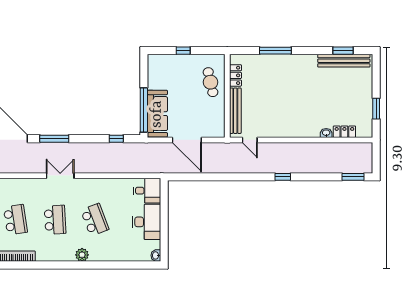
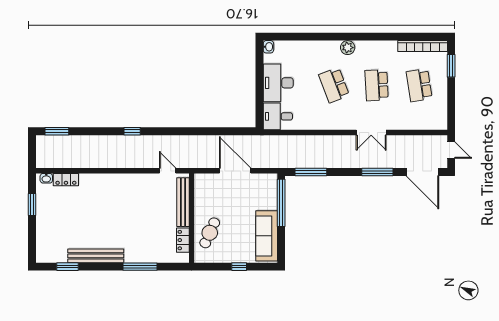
bench: (344, 61) -> (96, 256), moved
cafe table: (211, 82) -> (210, 233), turned 37
sofa: (157, 114) -> (267, 236), moved
washbasin: (326, 133) -> (46, 178), moved
window: (116, 139) -> (311, 172), width x2.17

